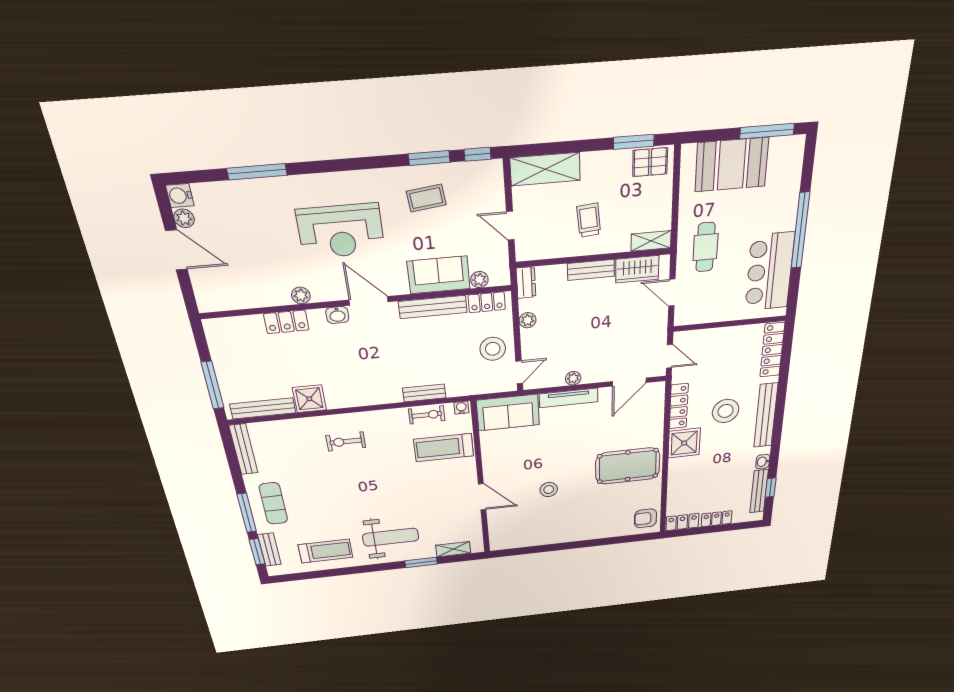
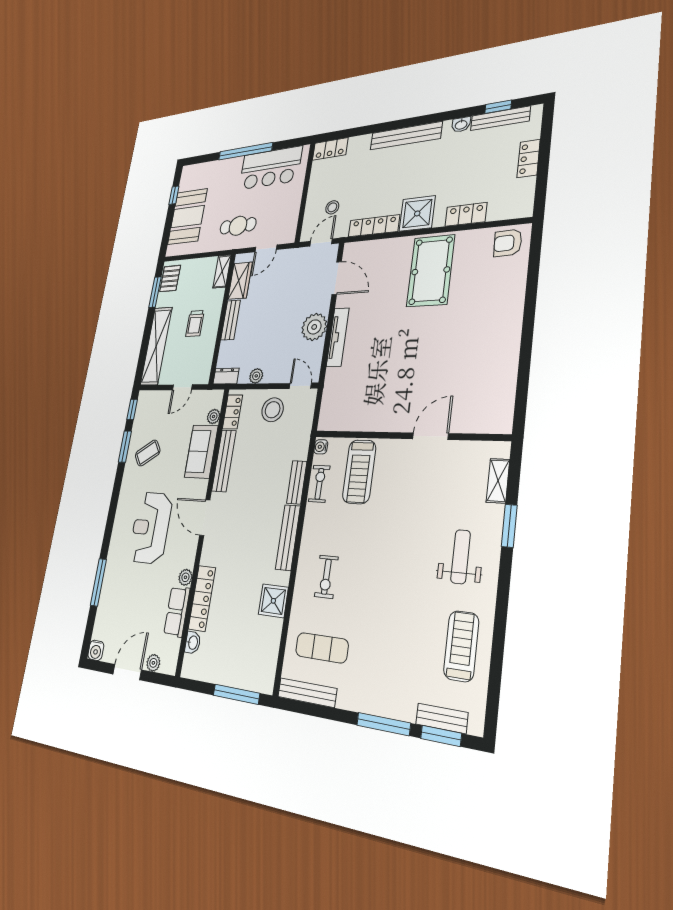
window: (767, 131) -> (174, 195), width x0.46
shelving: (545, 169) -> (156, 346), width x1.47
coffee table: (426, 198) -> (148, 453), turned 64
plant: (184, 218) -> (153, 663), moved
trolley: (589, 220) -> (195, 323), turned -85
reception desk: (341, 231) -> (151, 528), turned 180
row of seats: (263, 296) -> (177, 612), added
door: (369, 301) -> (205, 518), hinge flipped
washbasin: (337, 315) -> (193, 643), moved
locker: (286, 322) -> (202, 598), width x1.53
locker: (772, 350) -> (330, 149), width x0.66
plant: (573, 378) -> (314, 327), width x1.88, depth x1.88
bench: (263, 408) -> (288, 538), moved
stool: (726, 411) -> (332, 207), moved, width x0.53, depth x0.53
sofa: (508, 413) -> (338, 399), removed
stool: (549, 490) -> (440, 358), removed
exercise mat: (273, 503) -> (322, 648), moved
armchair: (645, 518) -> (508, 243), turned 88
locker: (682, 522) -> (466, 214), moved, turned 90
weight bench: (391, 537) -> (461, 557), width x0.73, depth x0.75

